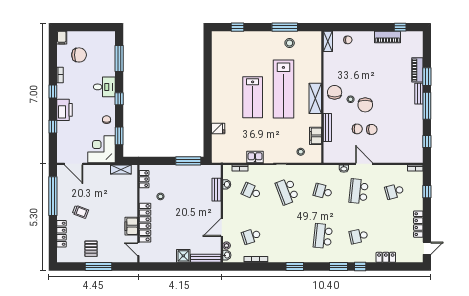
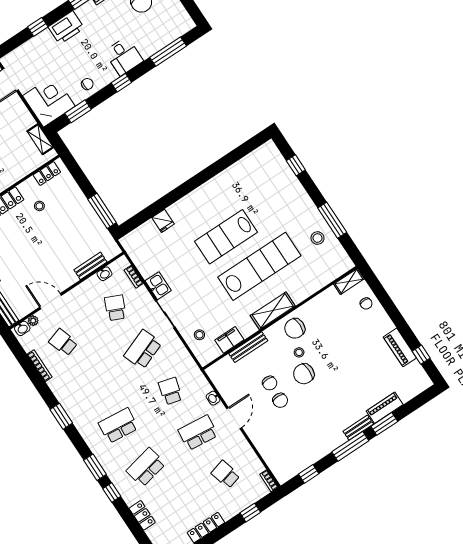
lab bench: (283, 89) -> (259, 266), turned 180
chair: (335, 92) -> (295, 328), turned 180
school desk: (359, 236) -> (146, 467), width x1.85

